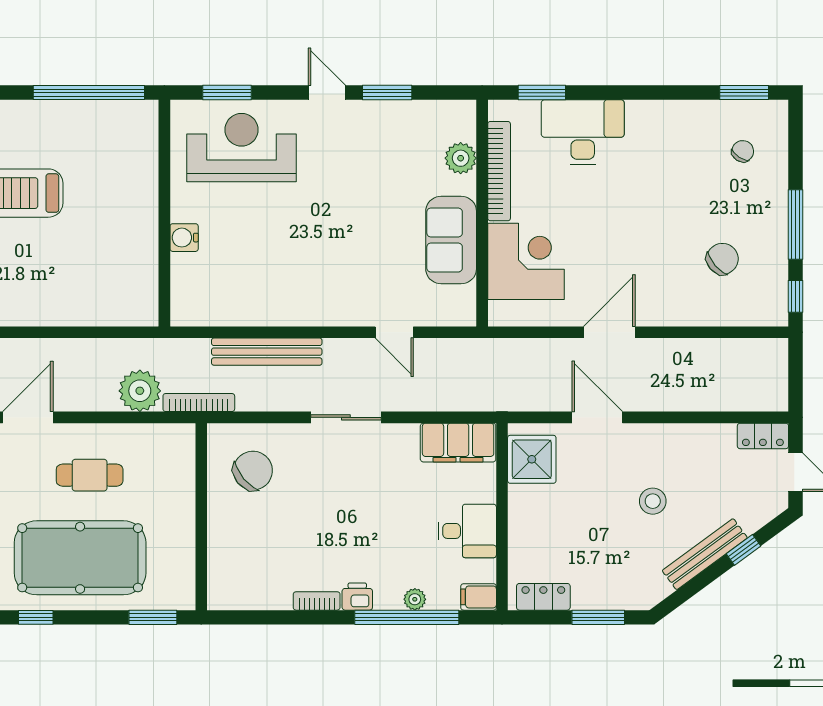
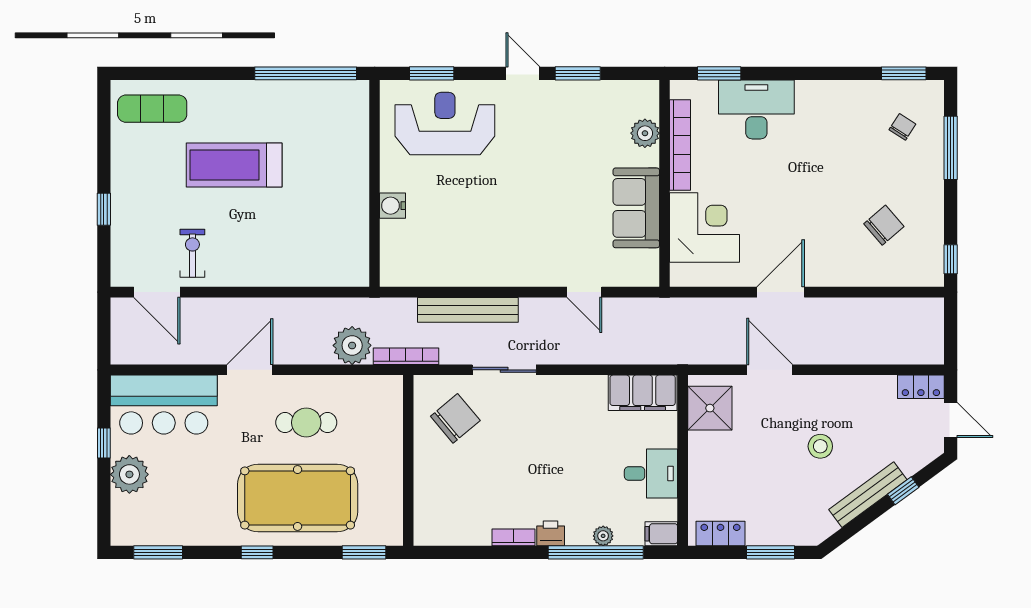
window: (796, 225) -> (951, 148), moved
sliding door: (346, 417) -> (504, 370), moved

